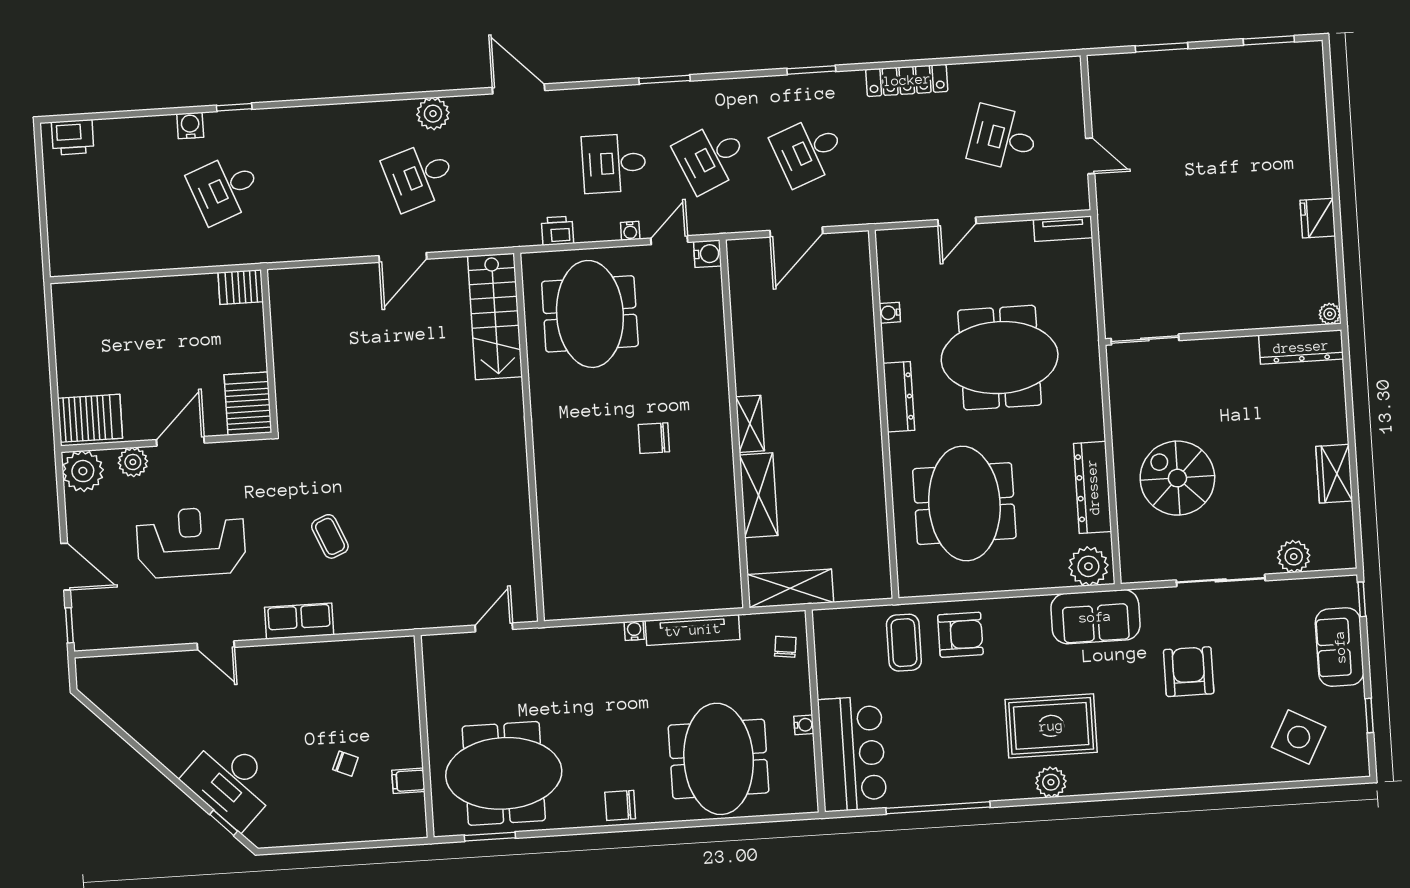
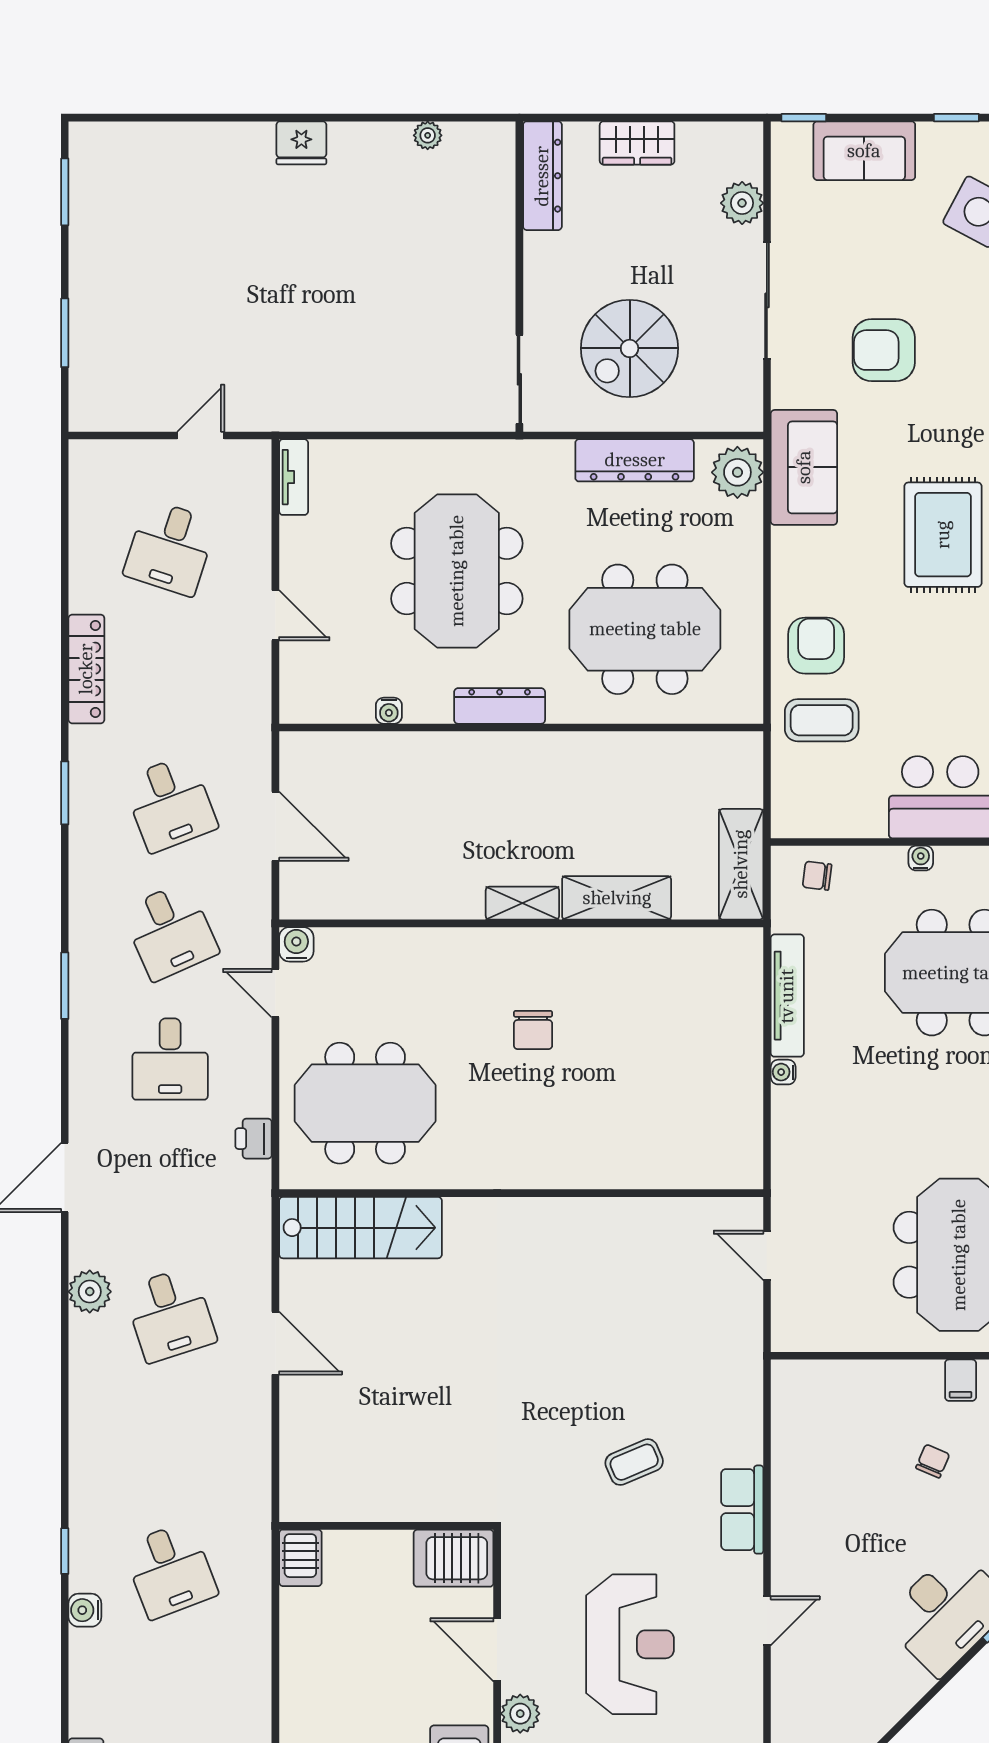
water cooler: (630, 231) -> (260, 1043), removed
wall: (1223, 334) -> (519, 277), moved
sliding door: (1145, 339) -> (519, 379), moved
dresser: (1301, 347) -> (542, 176), moved
reception desk: (191, 542) -> (630, 1644), turned 180

